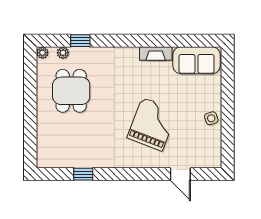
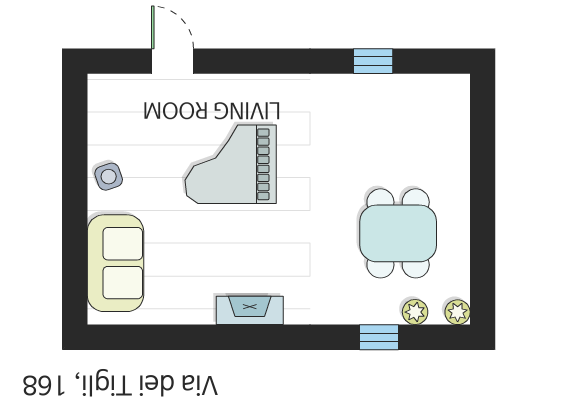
fireplace: (156, 54) -> (250, 310), moved
sofa: (197, 60) -> (115, 263), moved, turned 90
grand piano: (152, 124) -> (231, 164), turned 69

